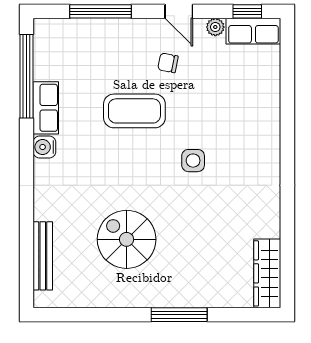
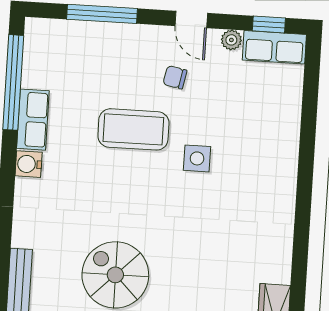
side table: (193, 161) -> (197, 158), moved

